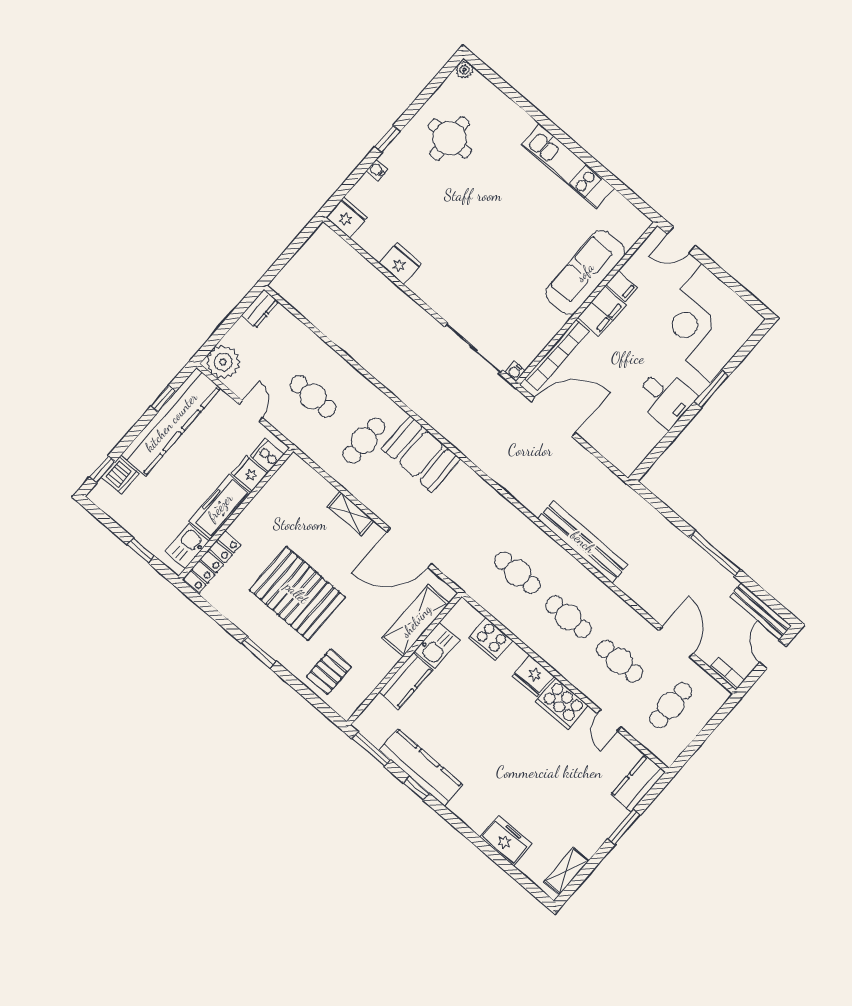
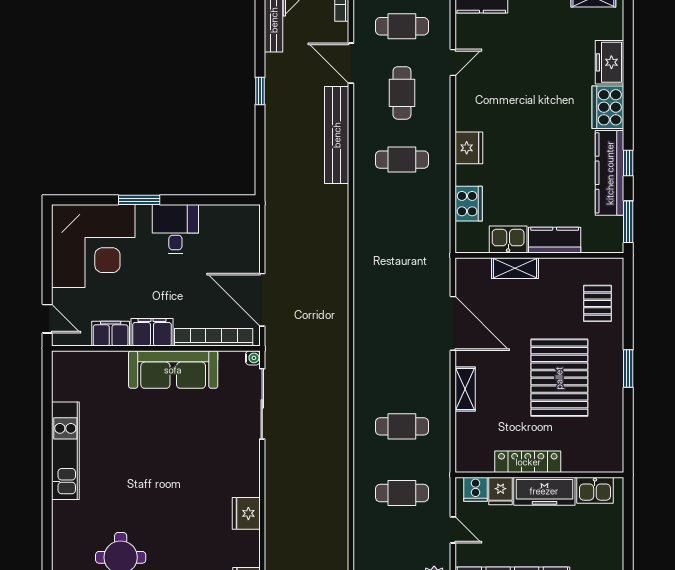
sofa: (585, 272) -> (173, 370), moved
filing cabinet: (622, 286) -> (111, 334), width x2.00
cafe table: (313, 396) -> (402, 493), turned 90
door: (251, 411) -> (453, 530), swing flipped
booth: (421, 454) -> (375, 375), removed
bench: (583, 542) -> (337, 135), moved
window: (141, 550) -> (628, 522), removed
window: (715, 554) -> (260, 91), width x0.46
locker: (212, 562) -> (528, 462), moved
cafe table: (517, 573) -> (402, 226), removed
cafe table: (568, 617) -> (402, 160), turned 90
shelving: (416, 621) -> (515, 268), width x0.67, depth x0.75
door: (676, 642) -> (351, 63), hinge flipped
pallet: (329, 672) -> (597, 303), turned 90
cooker: (562, 704) -> (608, 107), moved, turned 180

